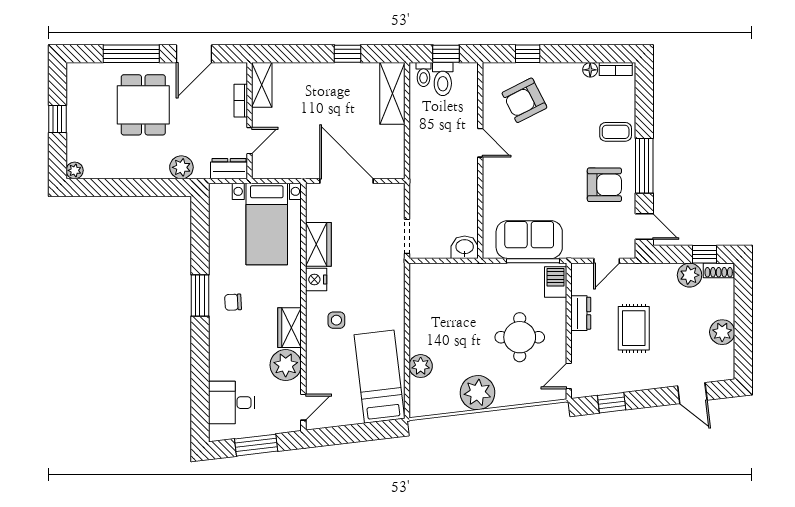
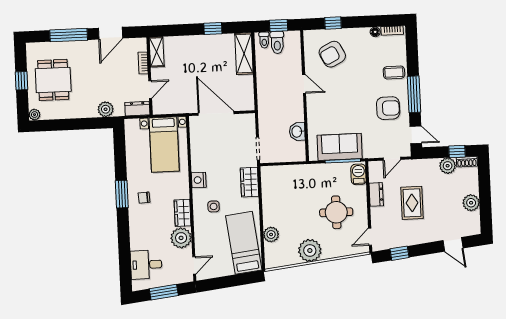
dining table: (143, 105) -> (53, 80), moved
wardrobe: (318, 244) -> (250, 182), moved, turned 180
washbasin: (465, 247) -> (297, 132), moved, turned -90

